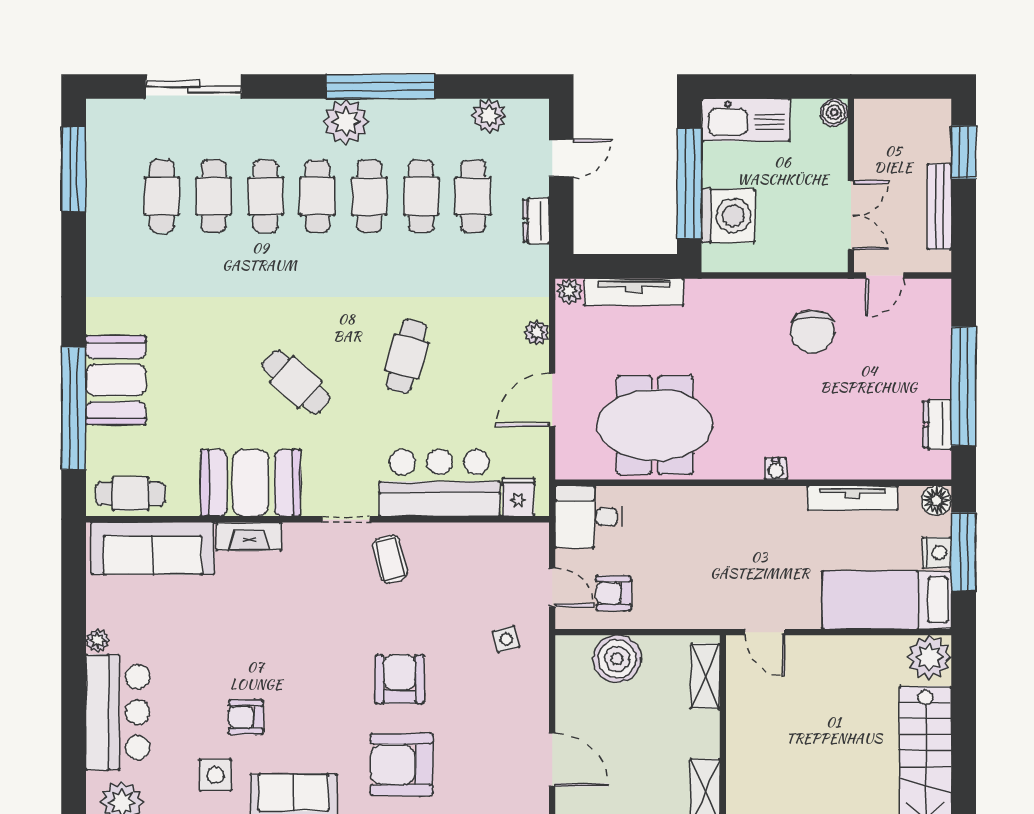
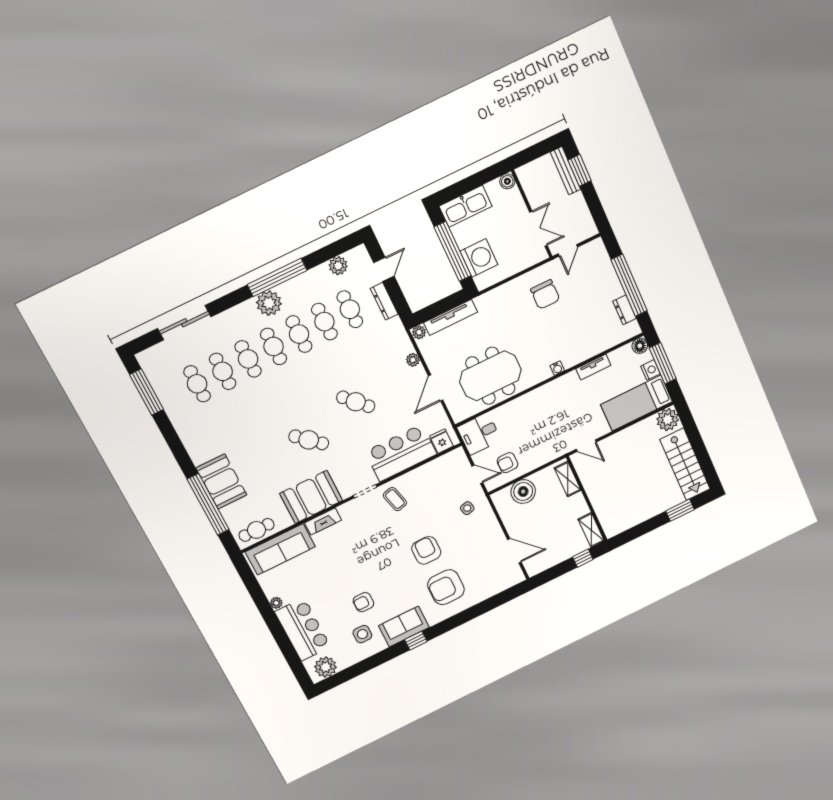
bench: (939, 207) -> (565, 171), moved
dresser: (536, 221) -> (384, 301), width x1.44
cafe table: (407, 356) -> (356, 402), turned -59
tv unit: (852, 498) -> (593, 367), width x0.71

